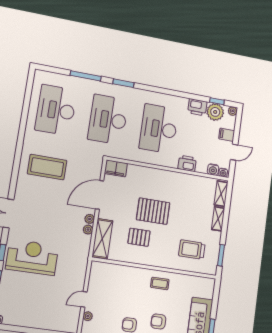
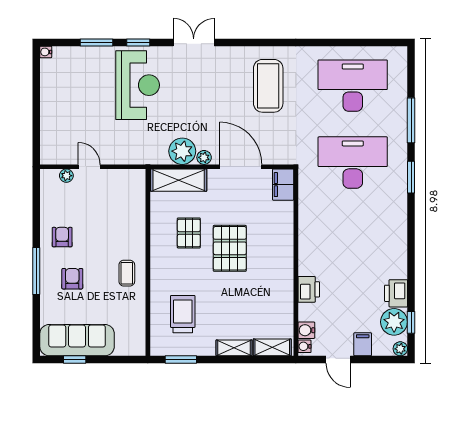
desk: (159, 129) -> (353, 239), removed
plant: (88, 230) -> (182, 151), width x1.88, depth x1.88

